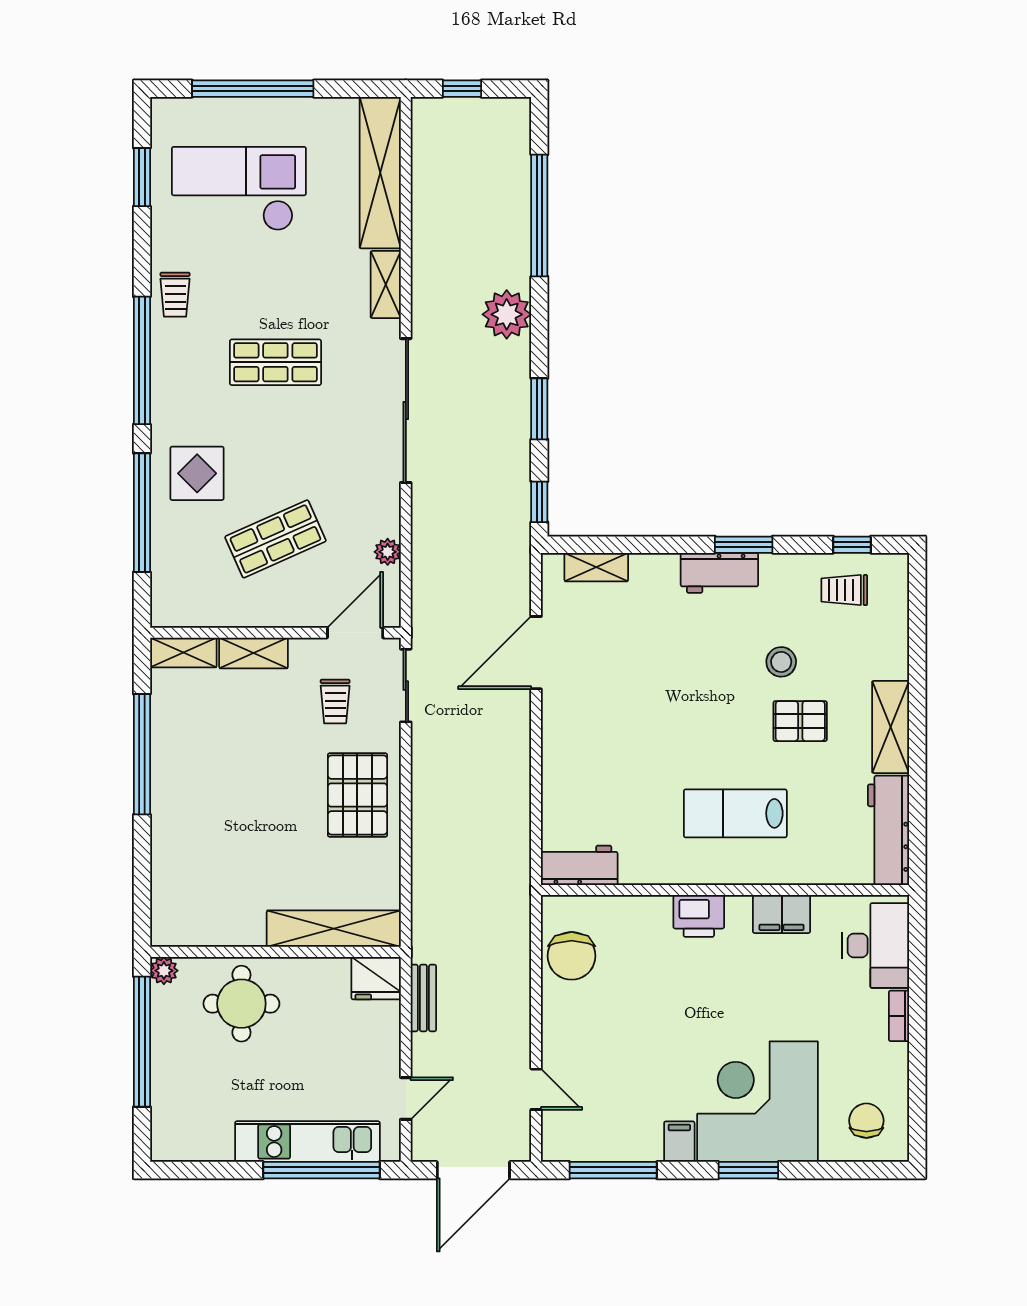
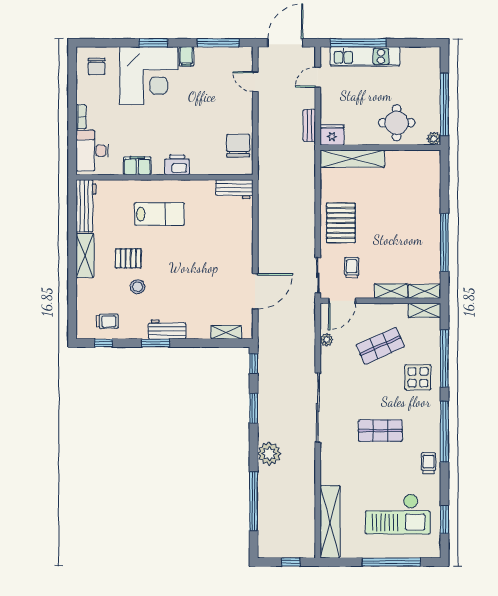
shelving: (386, 285) -> (424, 310), moved, turned 90

